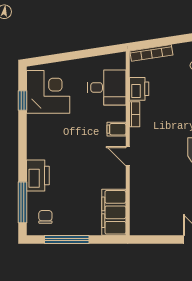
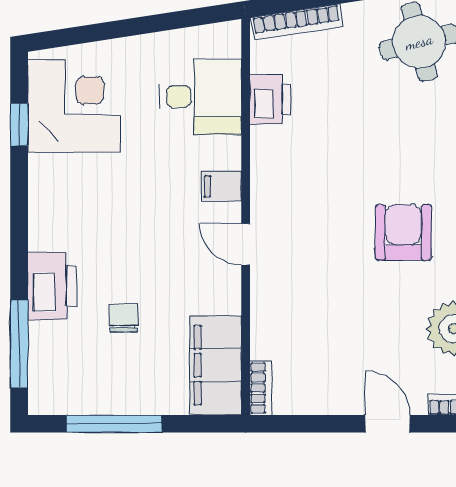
bookcase: (135, 114) -> (261, 388), moved
chair: (45, 217) -> (124, 318), moved

